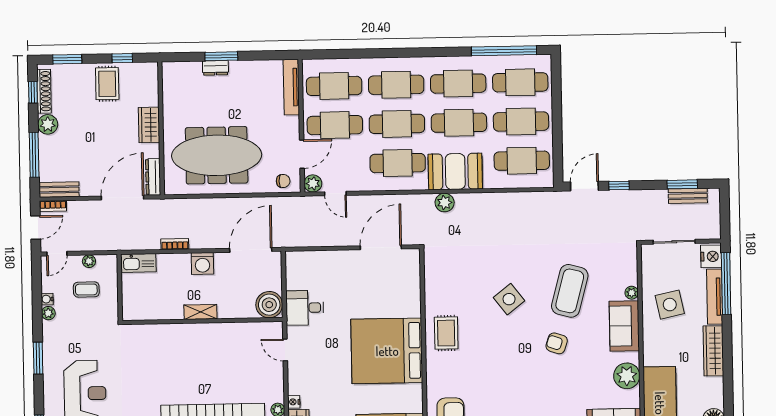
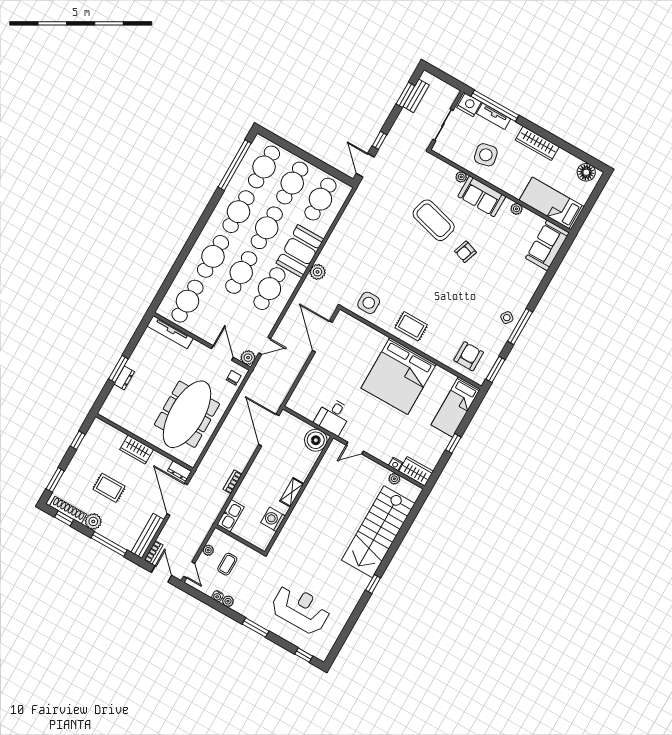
rug: (107, 84) -> (109, 488), moved
cafe table: (335, 125) -> (216, 317), removed
dresser: (153, 177) -> (179, 471), width x0.70
bench: (59, 190) -> (147, 536), width x1.36
washing machine: (202, 263) -> (273, 519), moved, turned 180
tv unit: (715, 297) -> (494, 116), width x0.71
side table: (509, 299) -> (369, 303), moved, turned 38
plant: (627, 376) -> (516, 209), width x0.53, depth x0.53

